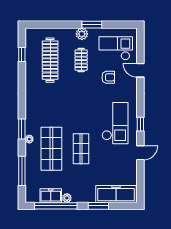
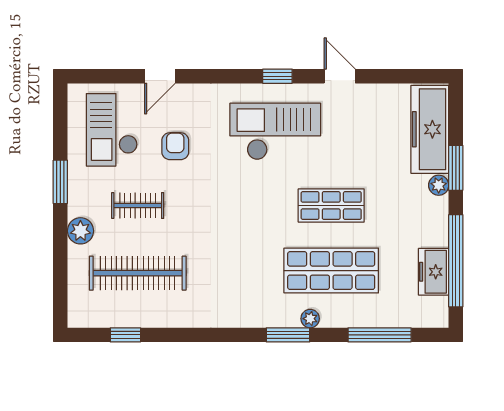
plant: (82, 34) -> (80, 231), moved
plant: (67, 198) -> (439, 185), moved

